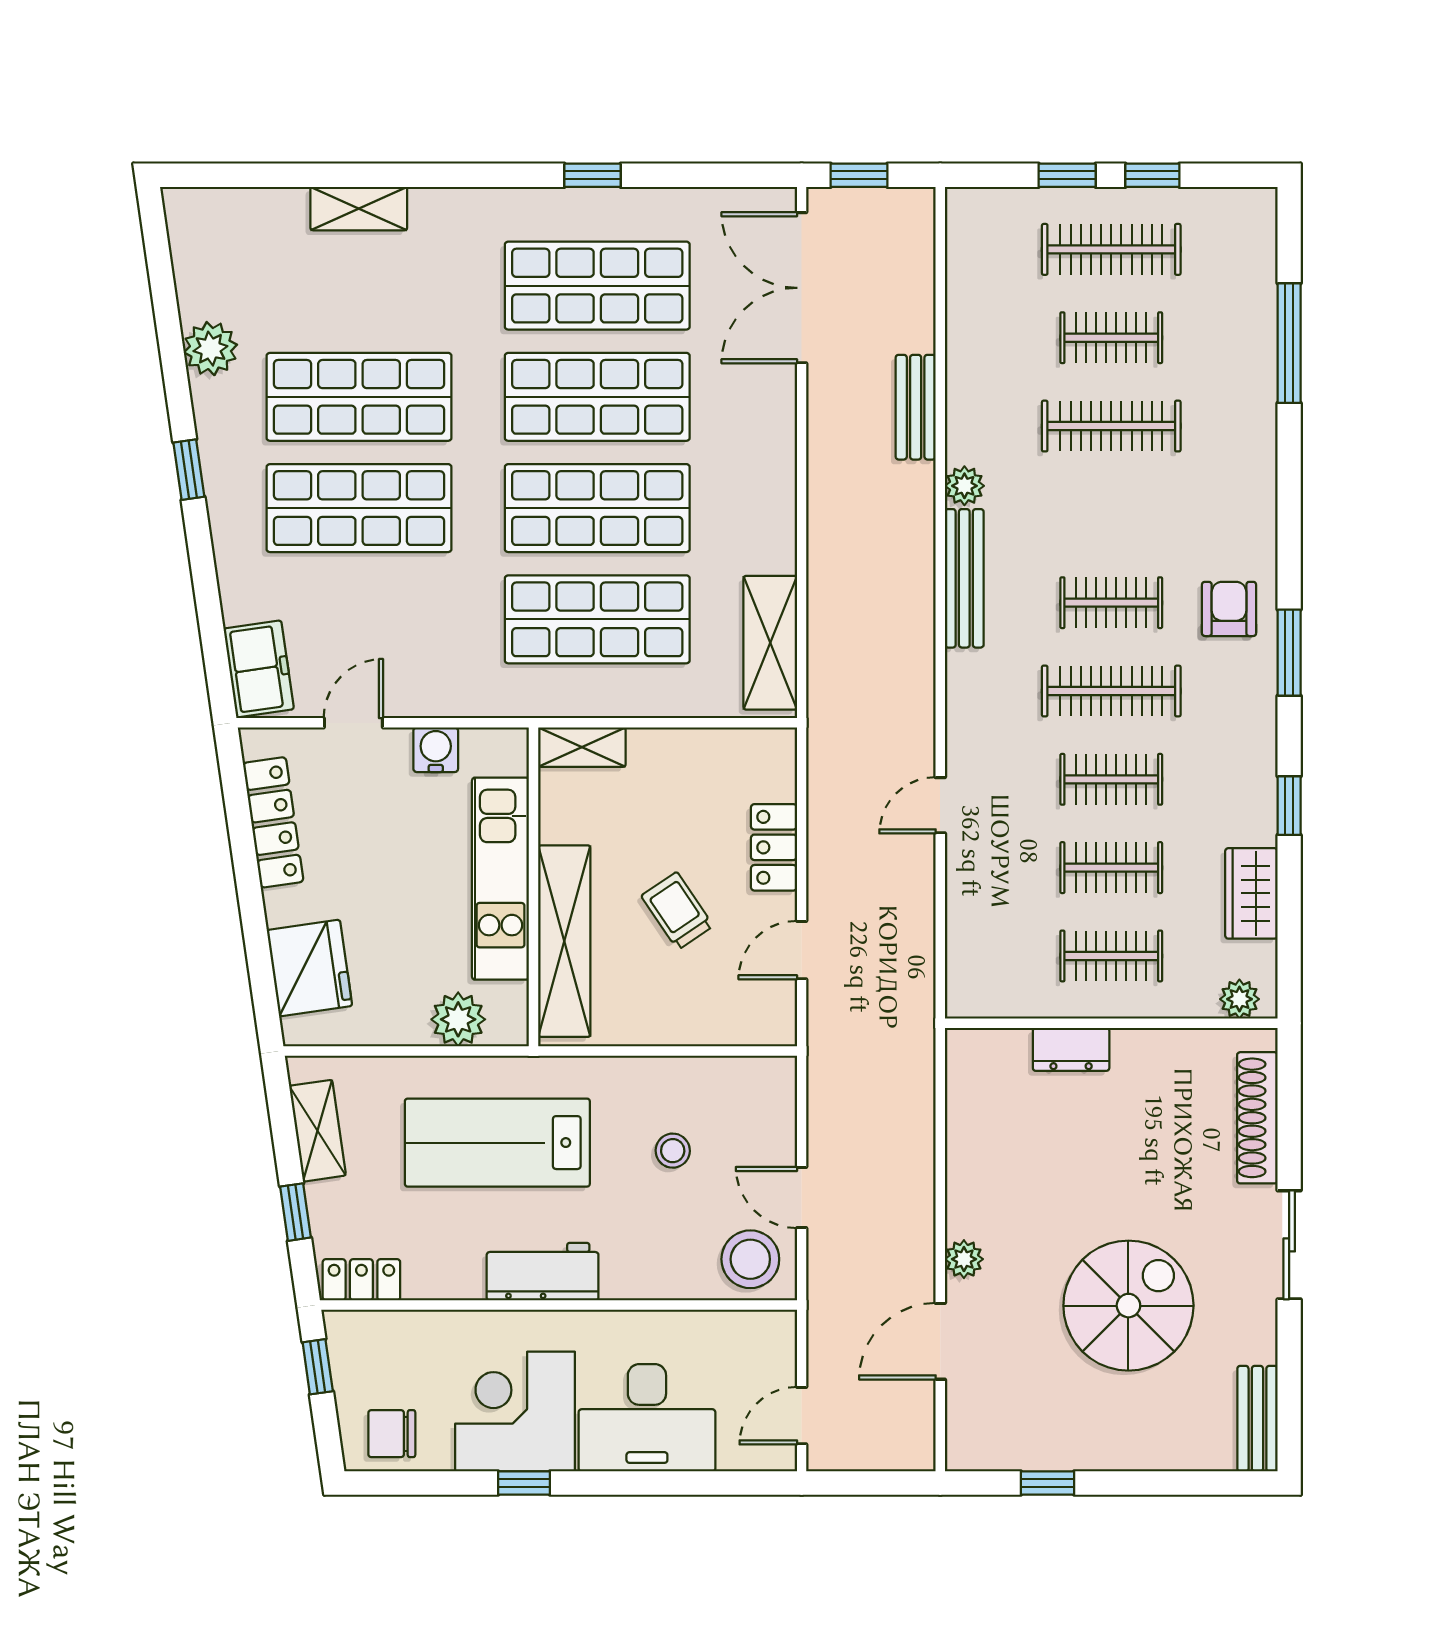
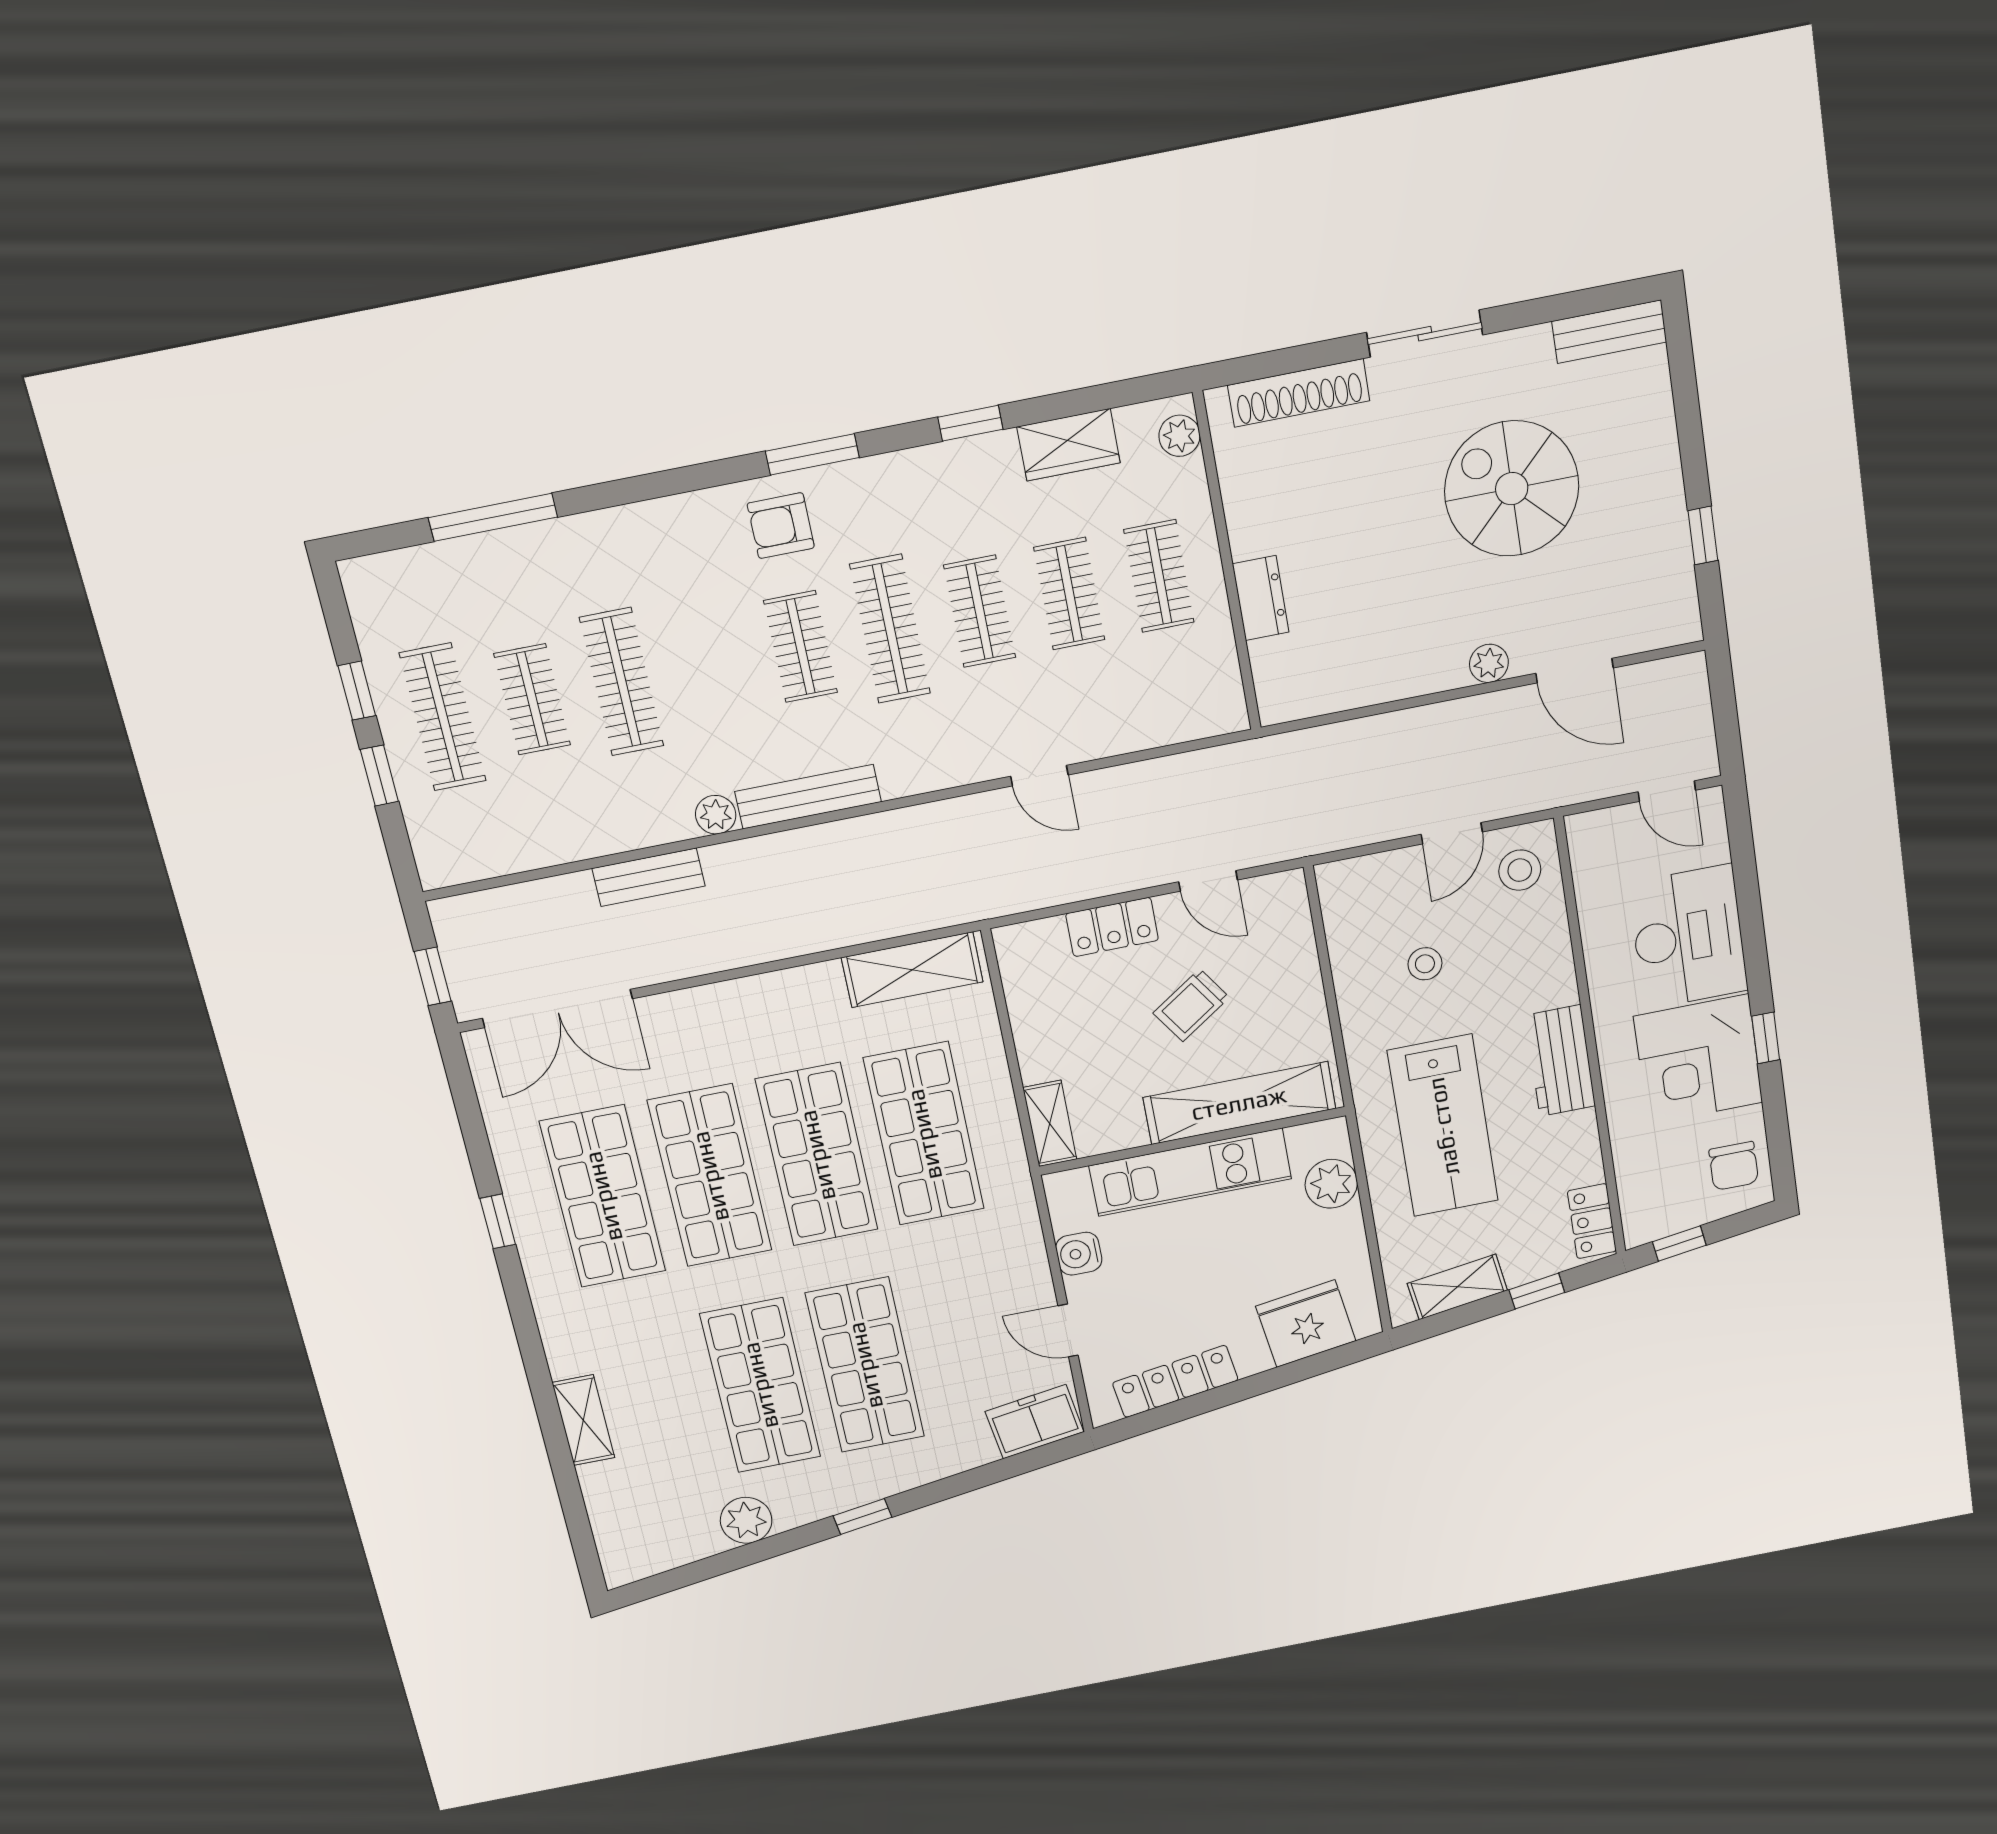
stool: (750, 1259) -> (1520, 870), width x0.73, depth x0.73

